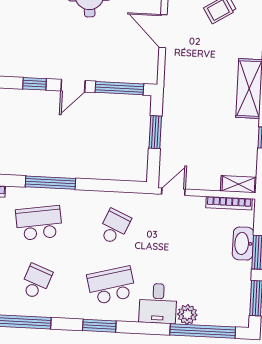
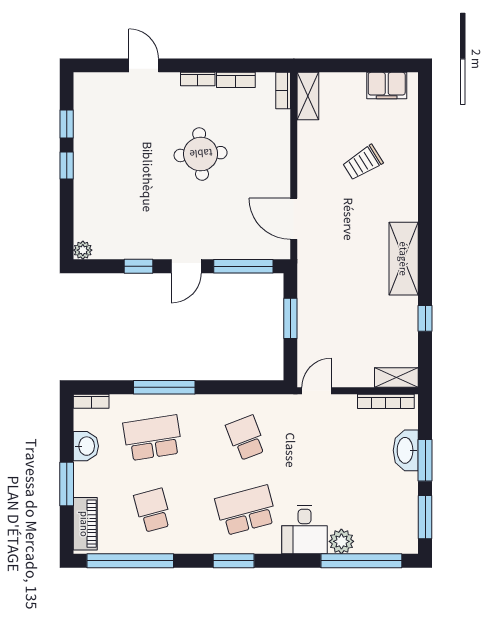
door: (163, 31) -> (294, 219), moved
school desk: (114, 227) -> (246, 438), turned -45
school desk: (36, 282) -> (153, 510), turned -36

